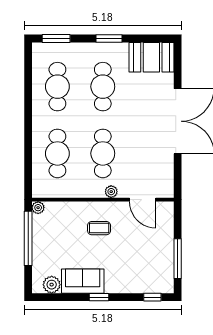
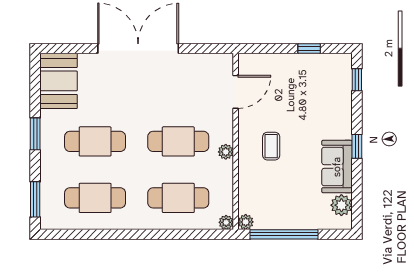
plant: (38, 192) -> (226, 222), added
plant: (111, 192) -> (226, 152), moved
window: (178, 259) -> (309, 48), width x0.46

